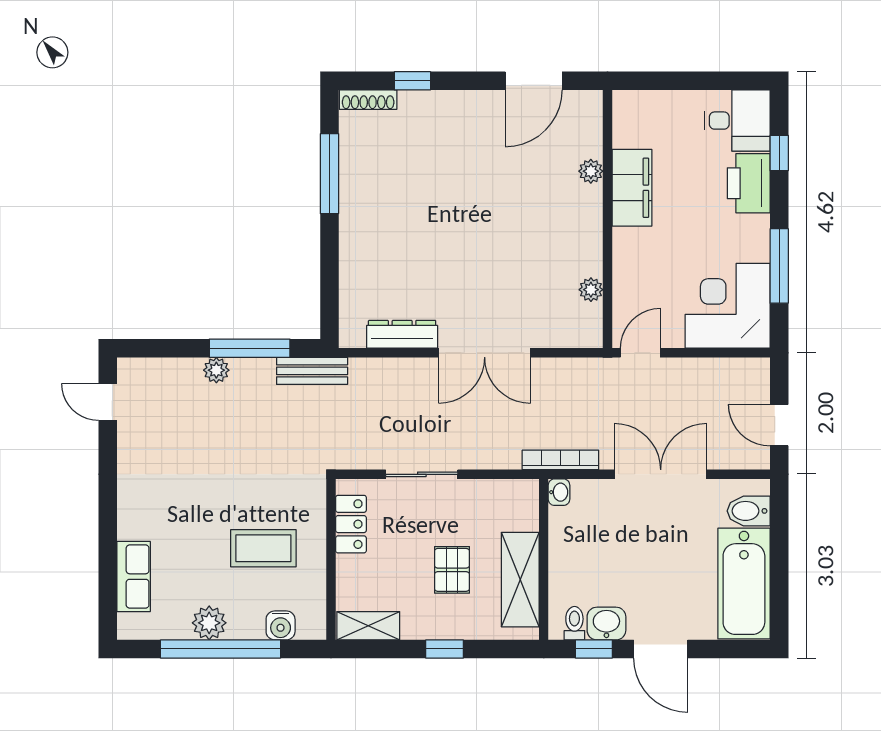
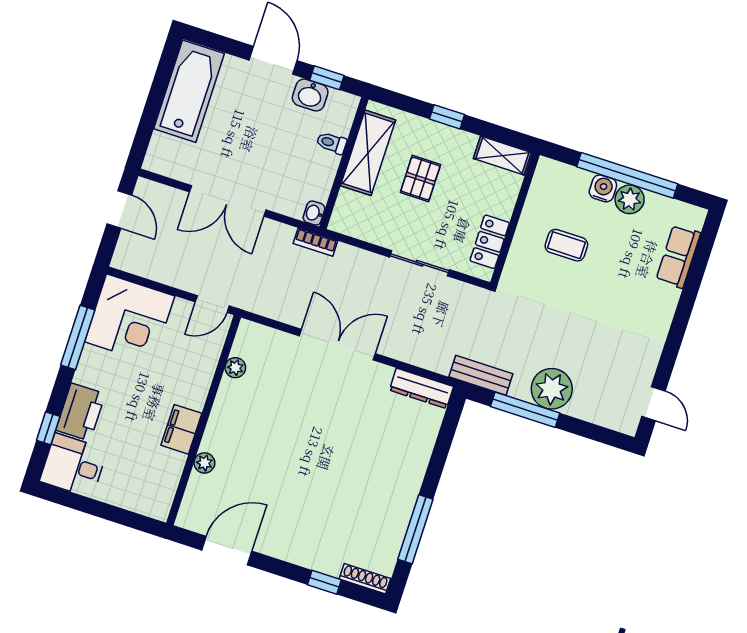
filing cabinet: (632, 188) -> (181, 429), width x0.67, depth x0.86
dresser: (402, 334) -> (421, 388), moved
plant: (216, 370) -> (552, 389), width x1.88, depth x1.88
bookcase: (560, 460) -> (315, 242), width x0.64
bidet: (749, 511) -> (166, 148), removed
coffee table: (263, 548) -> (566, 245), width x0.73, depth x0.77
toilet: (574, 623) -> (331, 143), moved, turned 90
water cooler: (281, 625) -> (603, 188), moved

